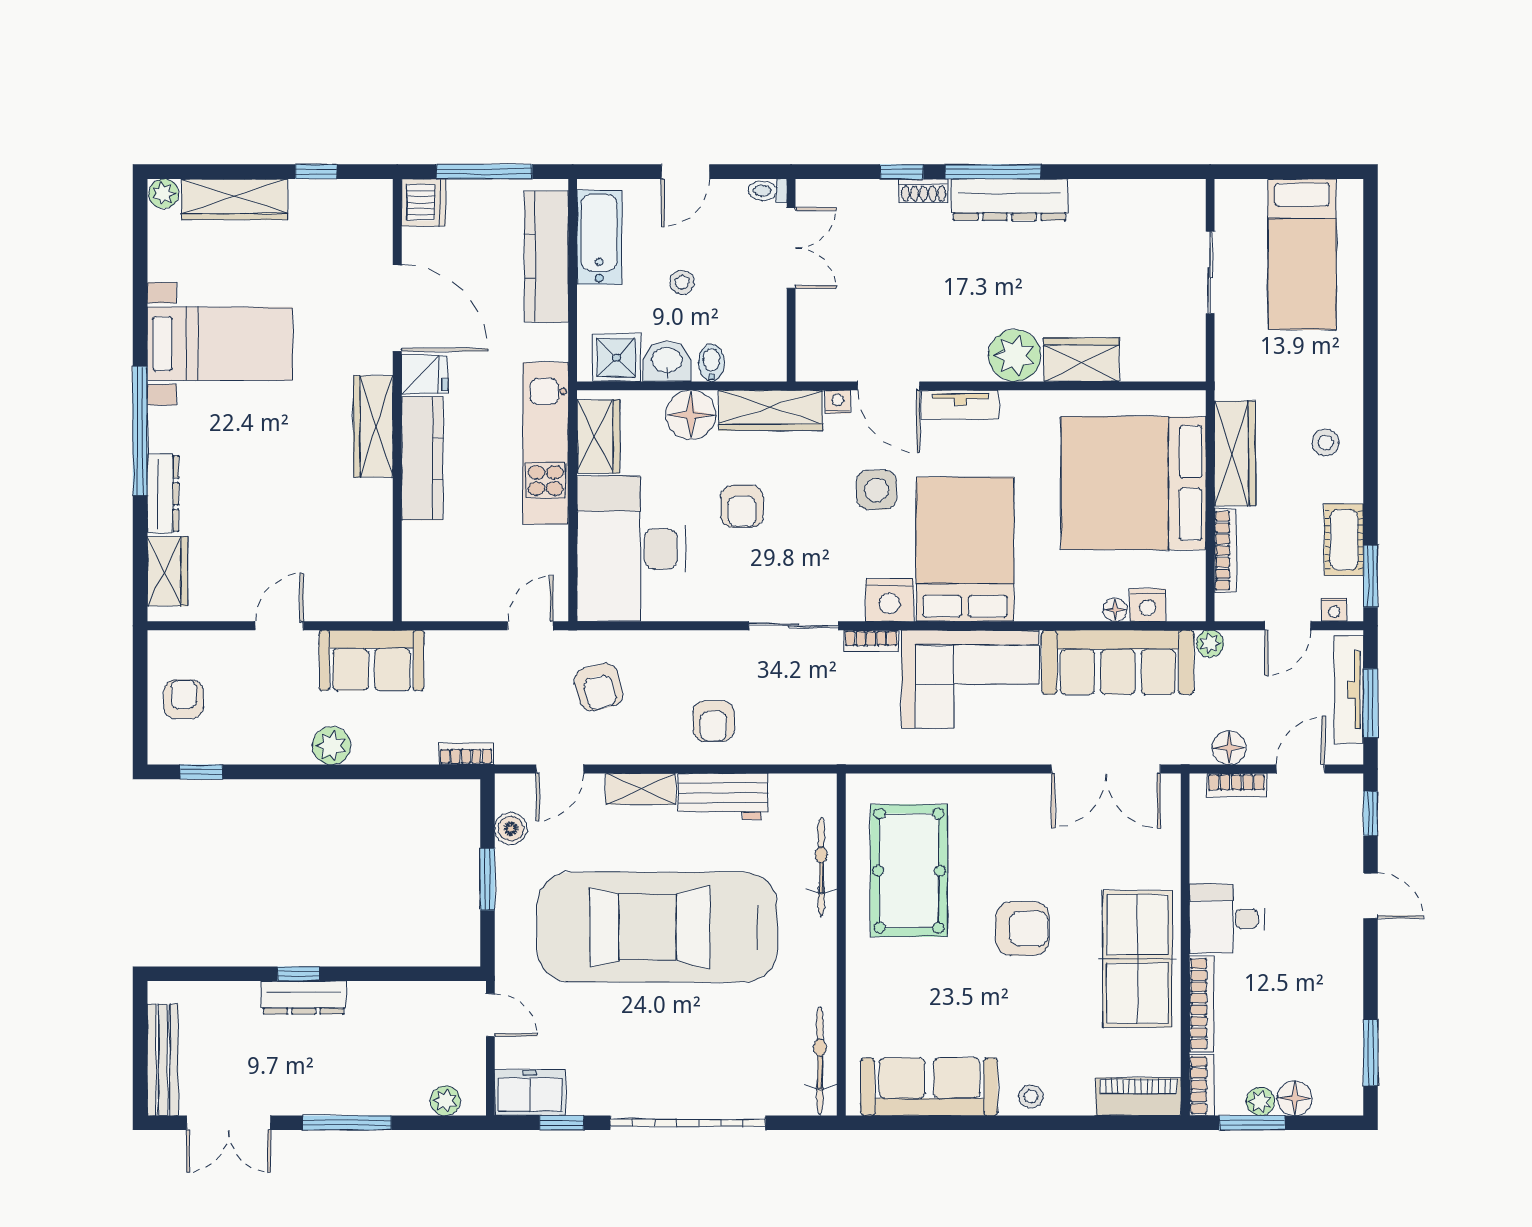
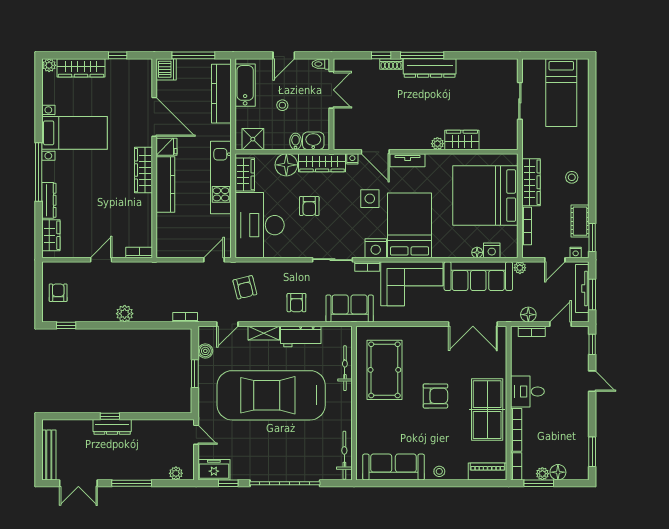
plant: (1015, 355) -> (437, 144), width x0.53, depth x0.53
washbasin: (667, 361) -> (313, 141), moved
bookcase: (363, 610) -> (139, 252), added
sofa: (371, 660) -> (350, 309), moved, turned 180

